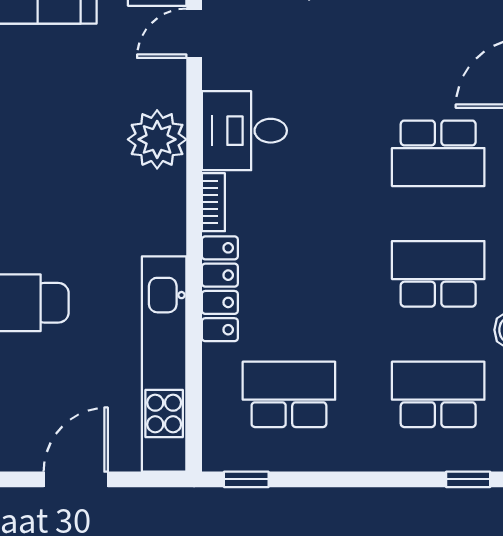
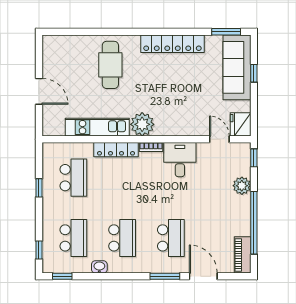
plant: (157, 139) -> (142, 124), moved
school desk: (438, 153) -> (171, 238), turned 180
kitchen unit: (164, 364) -> (97, 127), width x0.73
window: (246, 479) -> (39, 188), moved

